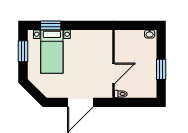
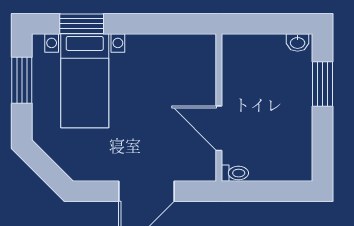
window: (161, 69) -> (322, 84), moved
door: (114, 73) -> (219, 128), swing flipped

